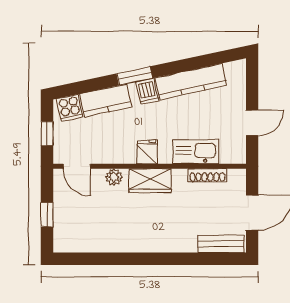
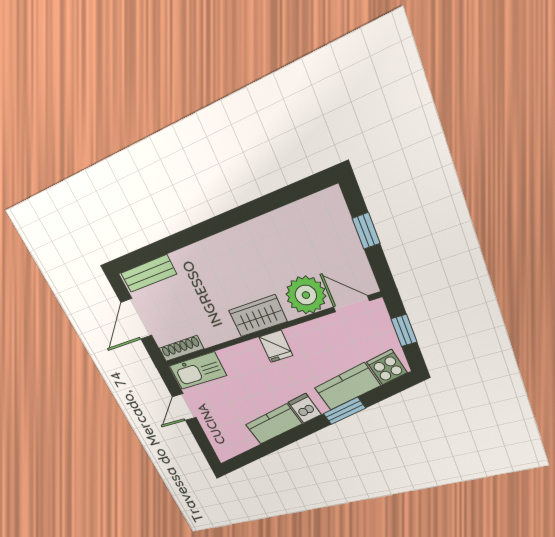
window: (135, 76) -> (344, 411), moved
kitchen counter: (191, 82) -> (274, 424), width x0.67
kitchen sink: (196, 152) -> (198, 371), moved
shoe rack: (207, 175) -> (181, 349), moved
plant: (114, 177) -> (306, 295), width x1.88, depth x1.88

